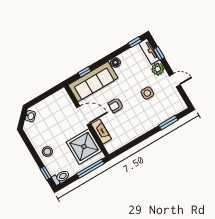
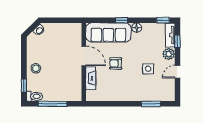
window: (85, 72) -> (121, 20), moved
door: (175, 80) -> (177, 72), swing flipped
shower: (84, 147) -> (69, 82), removed
window: (90, 169) -> (52, 104), moved

